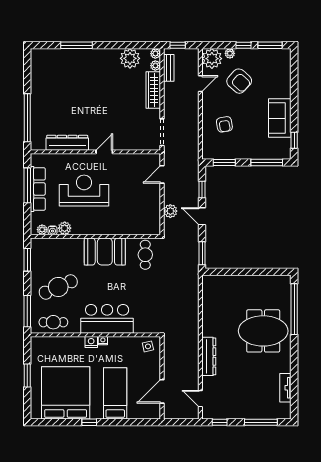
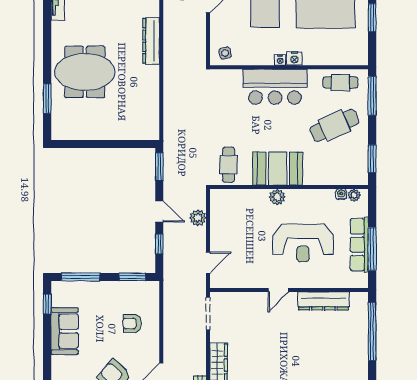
armchair: (224, 124) -> (132, 323), turned -80
plant: (65, 228) -> (277, 197), moved
window: (294, 309) -> (47, 98), width x0.47

